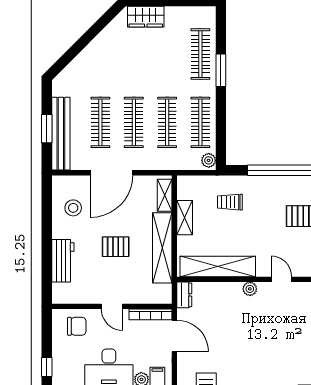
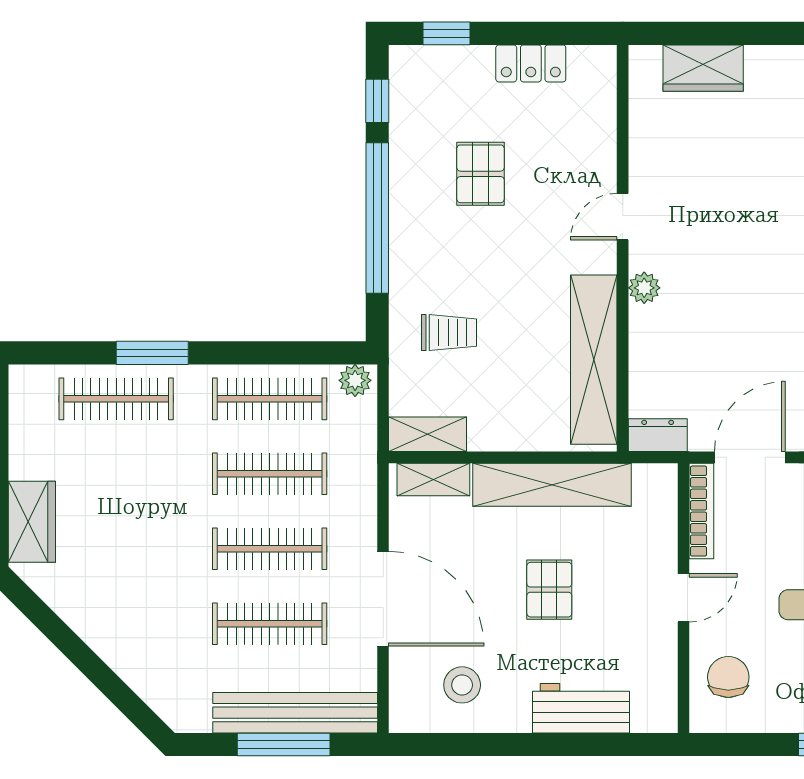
window: (47, 129) -> (284, 745), width x1.44
trolley: (230, 202) -> (449, 333), turned -90
shelving: (185, 218) -> (428, 434), moved

